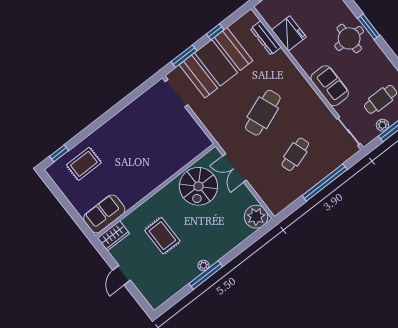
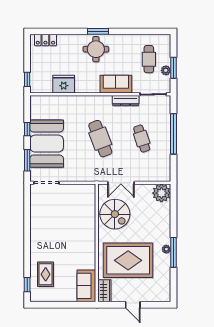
dresser: (266, 38) -> (126, 101), moved
rug: (162, 236) -> (128, 260), width x1.86, depth x2.06

